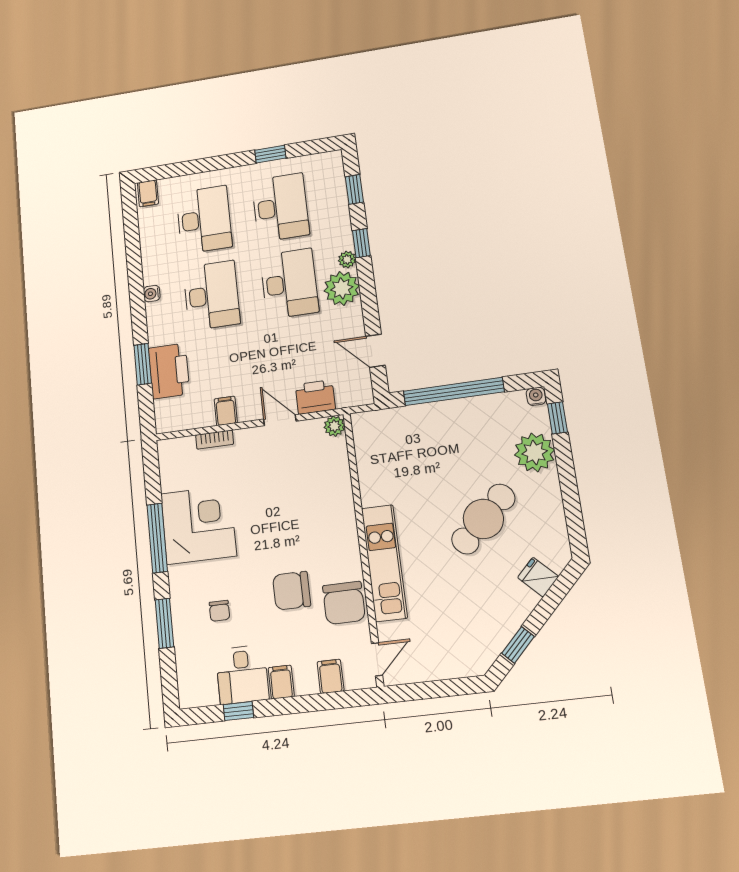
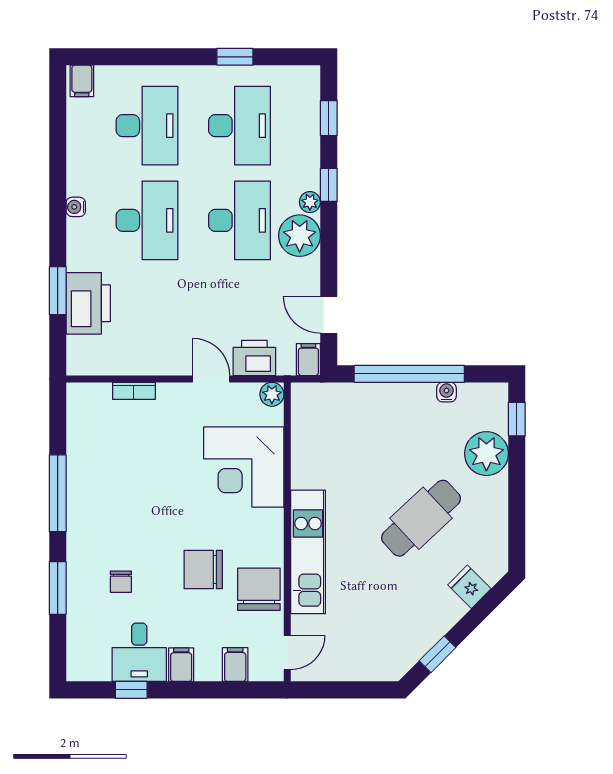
water cooler: (536, 396) -> (446, 392), moved
filing cabinet: (226, 411) -> (308, 360), moved
corner desk: (198, 525) -> (244, 467), moved, turned 180
chair: (344, 603) -> (259, 589), turned 180

